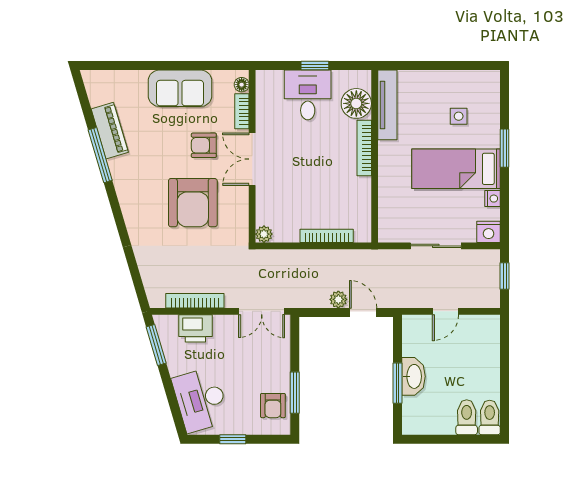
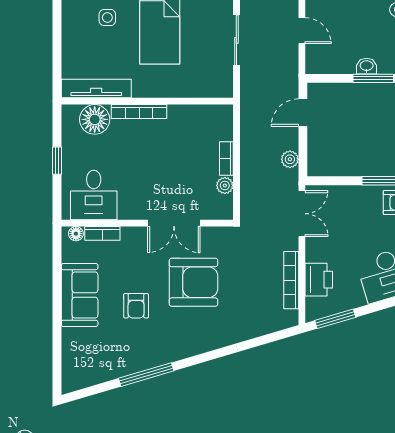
desk: (308, 95) -> (94, 195), moved, turned -90
piano: (110, 131) -> (122, 365), removed
armchair: (204, 145) -> (136, 306), moved
double door: (252, 159) -> (174, 223), moved
plant: (264, 234) -> (225, 185), moved
bookcase: (327, 236) -> (226, 158), width x0.64
plant: (338, 299) -> (290, 159), moved
washbasin: (413, 376) -> (367, 66), width x0.52, depth x0.69

